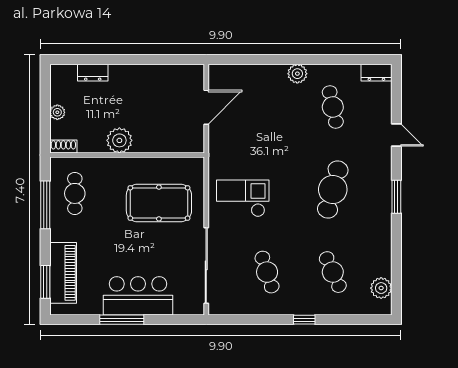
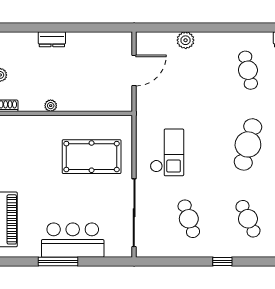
dresser: (93, 73) -> (52, 39), moved
plant: (297, 74) -> (186, 40), moved
plant: (119, 140) -> (51, 106), width x0.53, depth x0.53
cafe table: (75, 193) -> (16, 148), removed
checkout: (243, 198) -> (167, 152), turned 90

